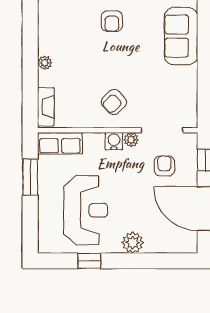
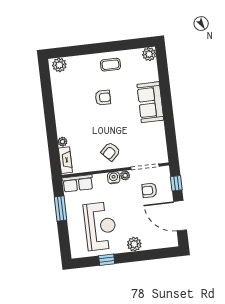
armchair: (112, 21) -> (103, 98), turned -90
plant: (45, 63) -> (62, 142), moved
armchair: (164, 166) -> (149, 190), turned -90

